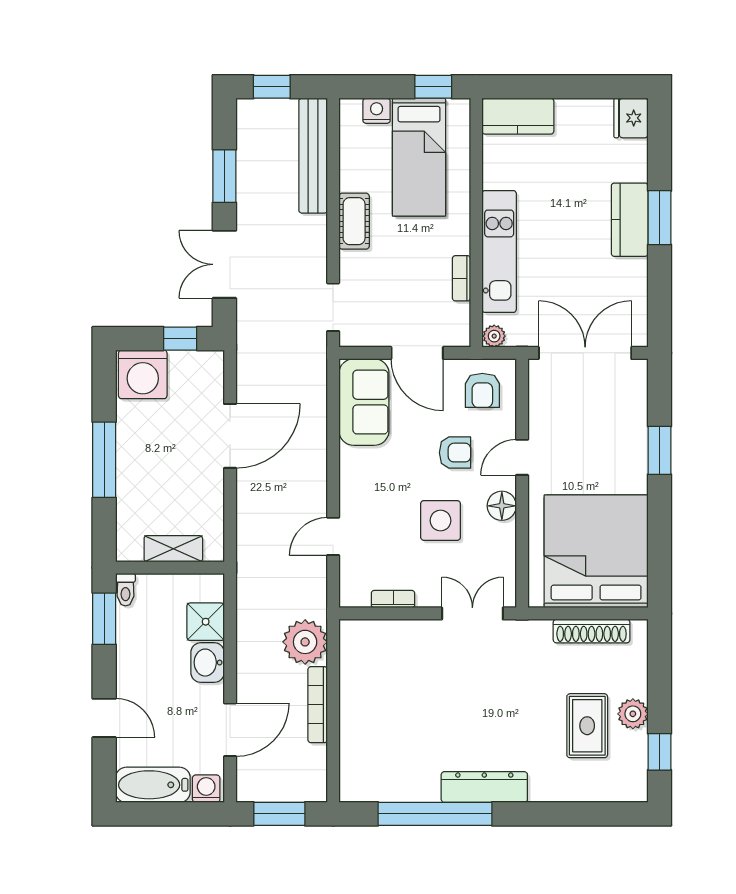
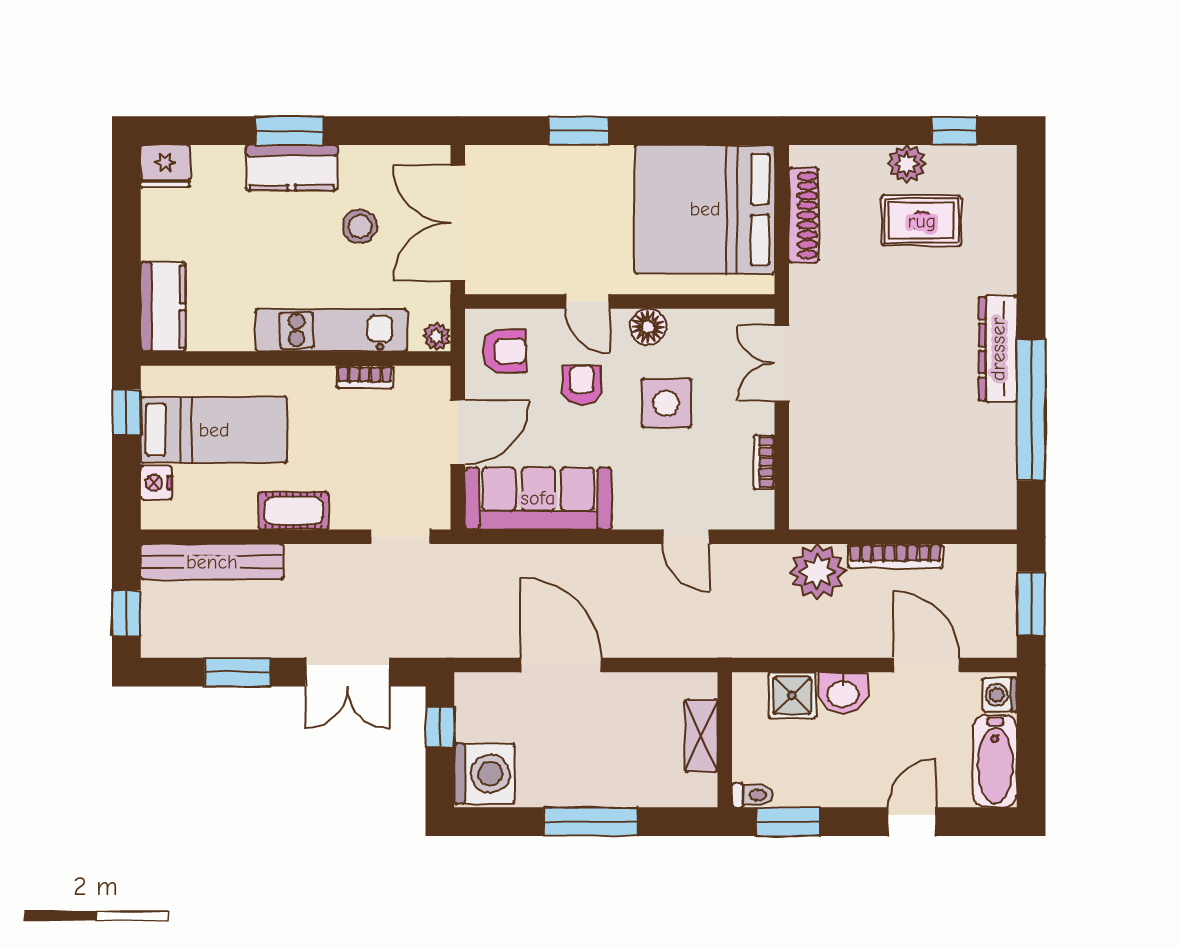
stool: (583, 274) -> (360, 226), added
sofa: (364, 402) -> (538, 498), width x1.36

